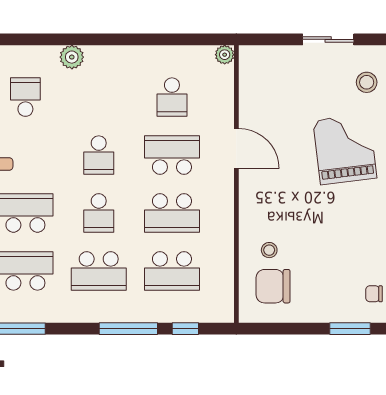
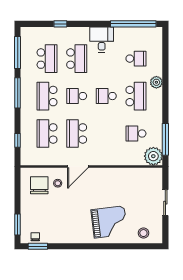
window: (183, 39) -> (165, 139), added
sliding door: (328, 39) -> (165, 203), moved
plant: (225, 55) -> (153, 156), width x1.87, depth x1.87
door: (236, 149) -> (78, 166), moved
school desk: (172, 155) -> (136, 96), moved
window: (128, 329) -> (18, 93), moved

